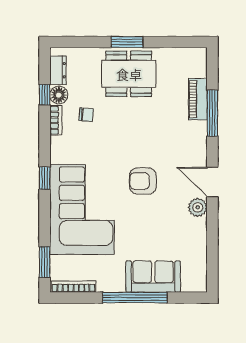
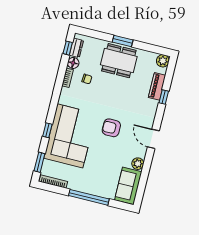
plant: (197, 57) -> (163, 61), added
window: (45, 95) -> (68, 48), moved
window: (212, 113) -> (164, 97), width x0.46
window: (45, 178) -> (47, 130), moved
plant: (198, 207) -> (138, 164), moved
sofa: (153, 277) -> (128, 186), moved, turned -90

